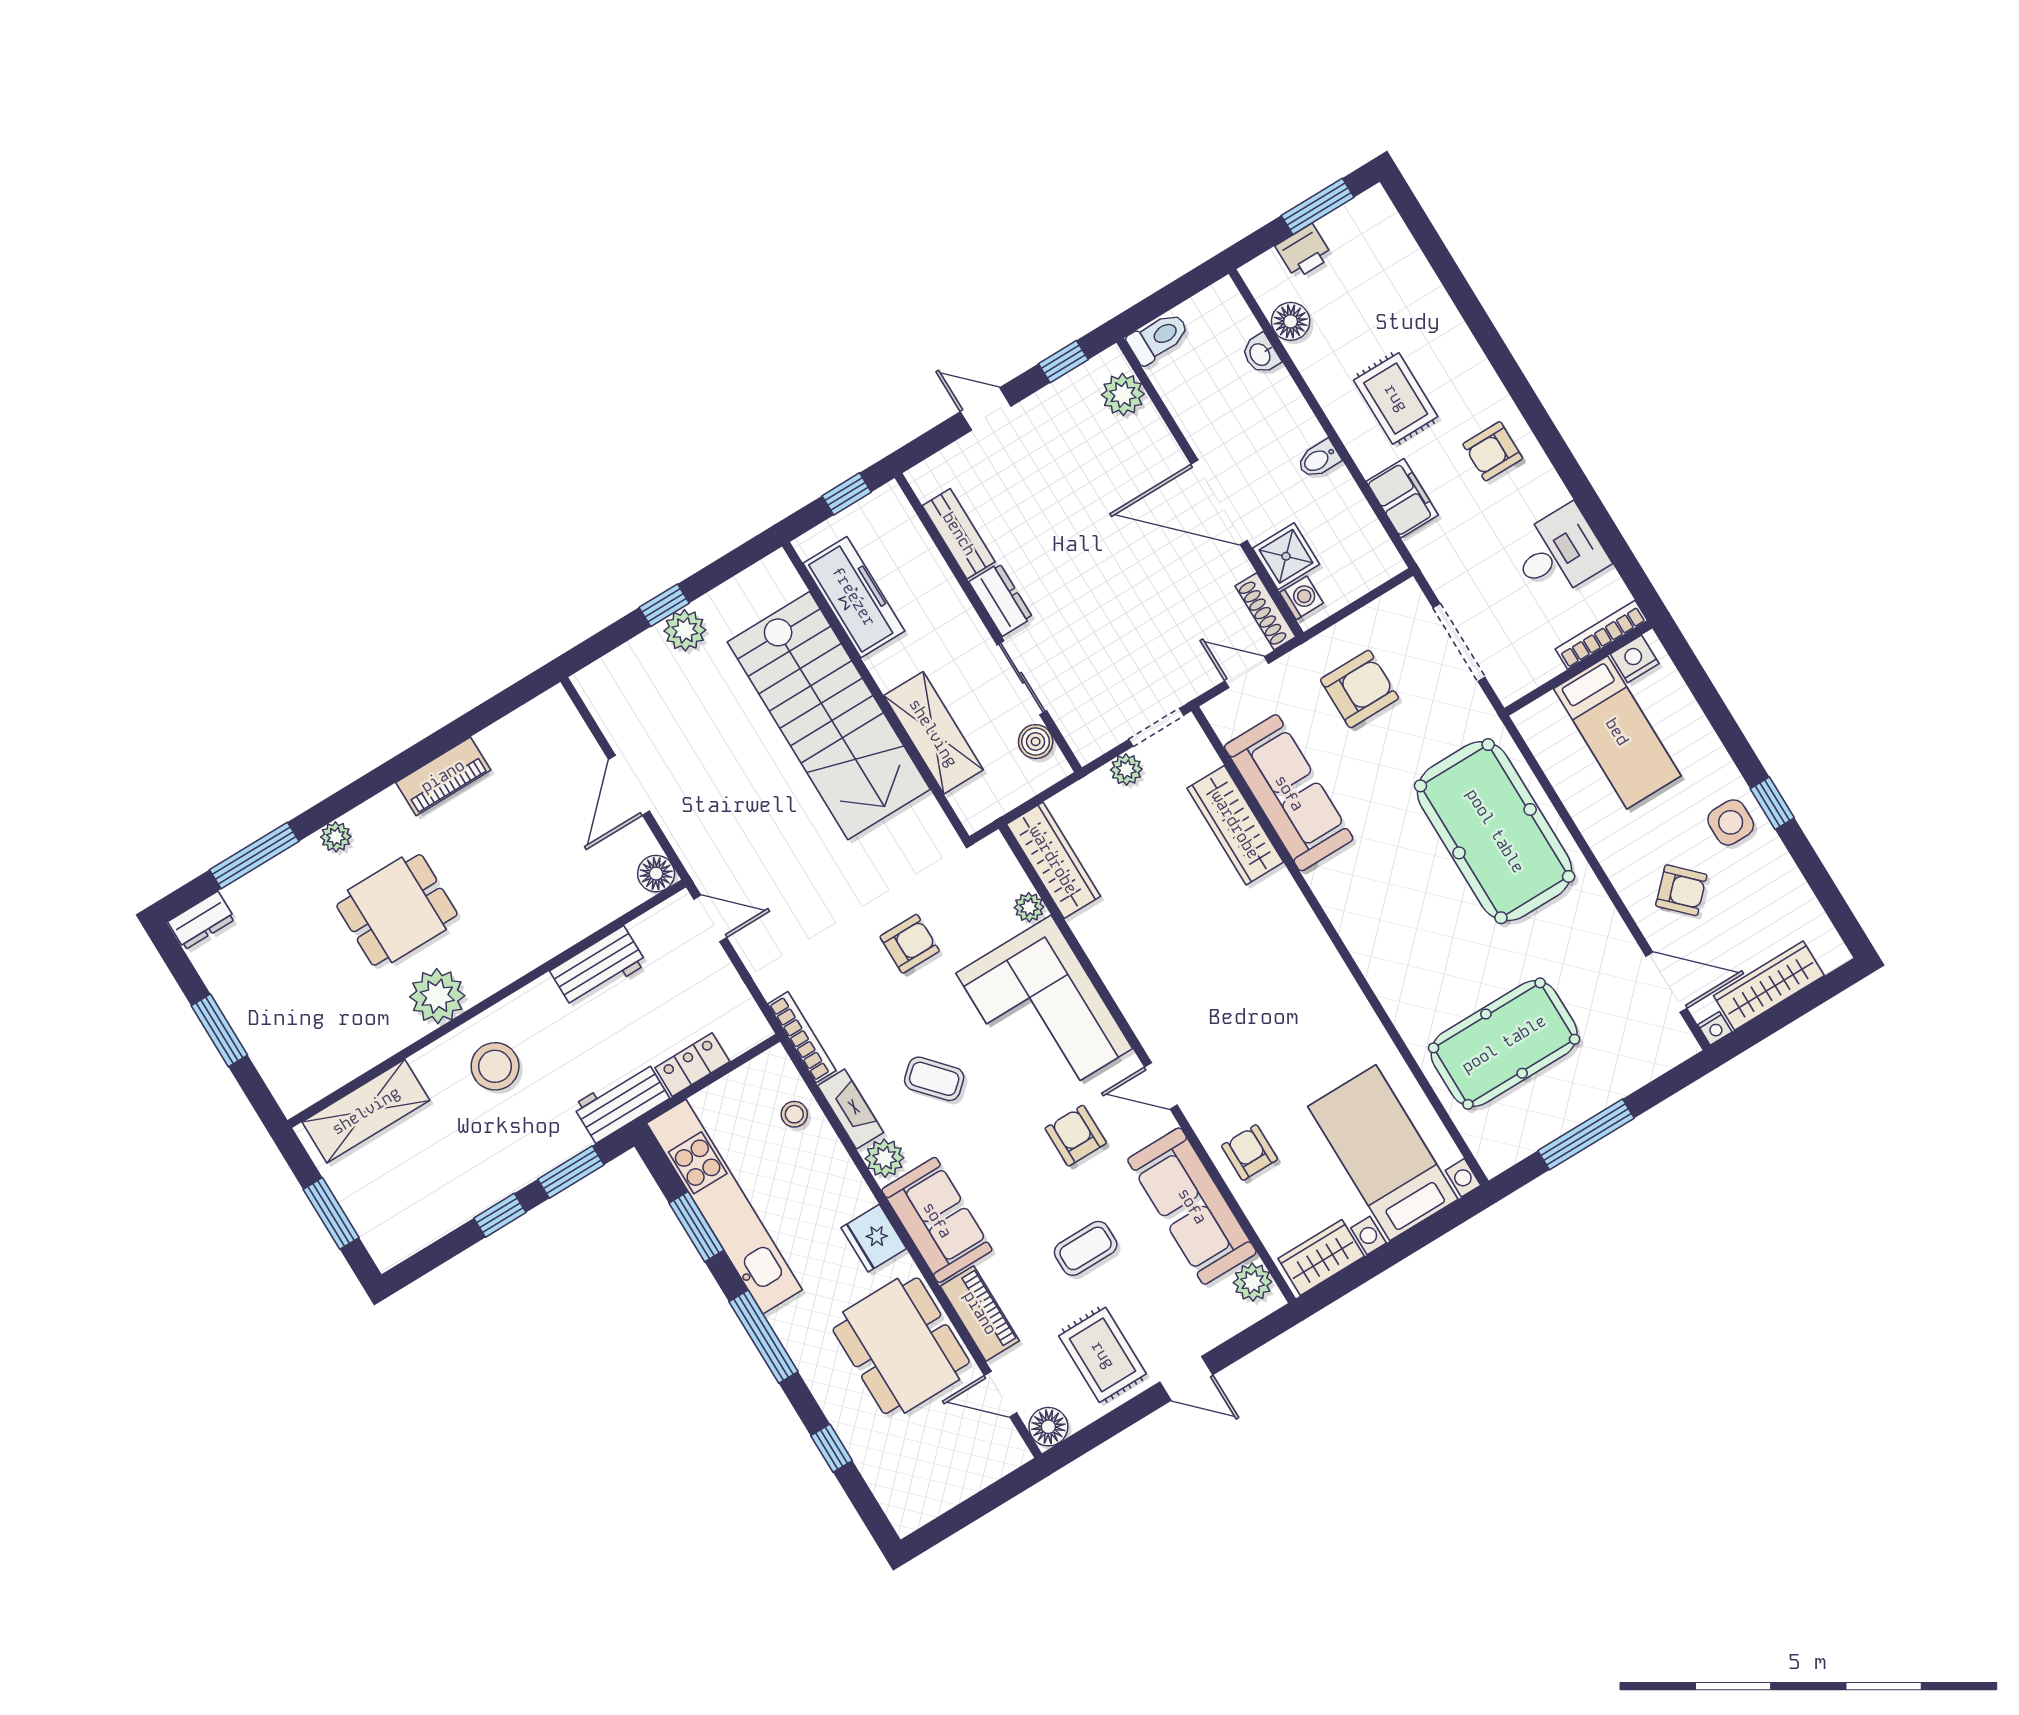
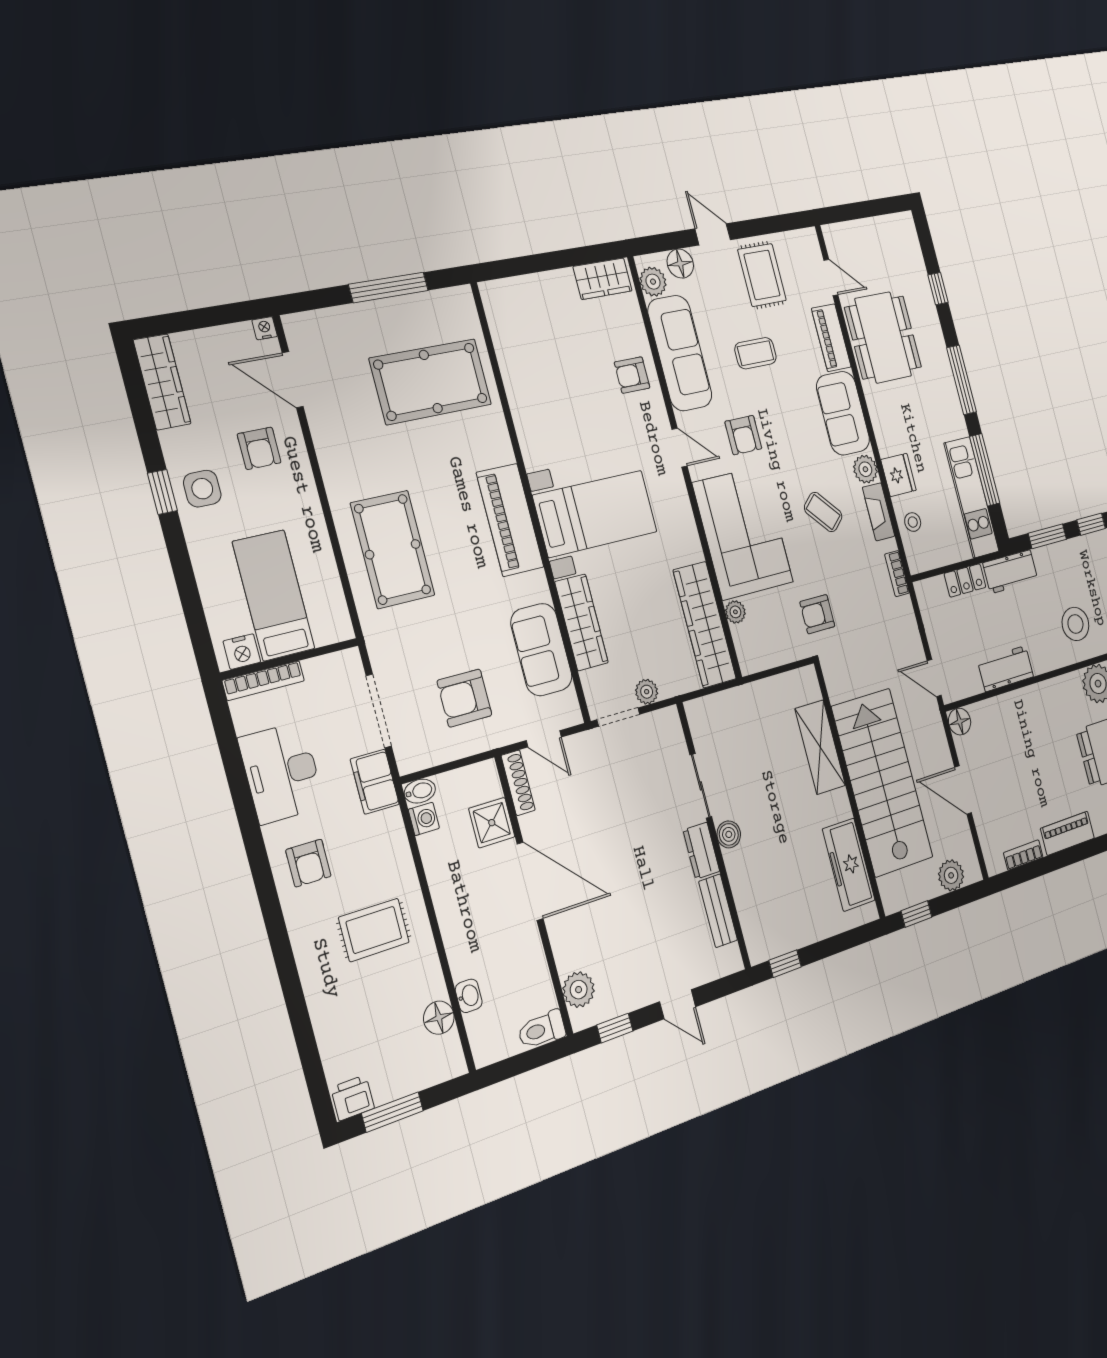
printer: (1304, 251) -> (353, 1098), moved
rug: (1396, 398) -> (374, 930), turned 90
armchair: (1493, 451) -> (308, 863), turned 90
bidet: (1319, 459) -> (420, 791), moved
filing cabinet: (1402, 498) -> (375, 782), moved
desk: (1559, 553) -> (282, 773), width x1.37
freezer: (854, 597) -> (849, 865), moved
washing machine: (1301, 598) -> (424, 819), moved, turned 180
plant: (685, 630) -> (951, 875), moved
wall: (876, 691) -> (850, 790), moved
stairs: (829, 716) -> (882, 782), moved
bookcase: (511, 727) -> (1023, 855), added
shelving: (933, 733) -> (820, 747), moved
boiler: (1036, 742) -> (729, 834), moved
door: (629, 785) -> (963, 790), swing flipped
sofa: (1289, 793) -> (541, 650), width x0.73
pool table: (1495, 831) -> (393, 549), width x0.73, depth x0.76
wardrobe: (1053, 860) -> (705, 625), width x1.40, depth x1.17
armchair: (1681, 890) -> (259, 448), turned -135
piano: (1360, 916) -> (510, 520), added
wardrobe: (1769, 986) -> (162, 382), moved, turned -90
bookcase: (802, 1037) -> (897, 574), width x0.64
armchair: (1250, 1152) -> (632, 375), turned 90
bed with nightstands: (1383, 1153) -> (595, 514), moved, turned -90
kitchen unit: (724, 1207) -> (971, 497), width x0.73
window: (696, 1227) -> (985, 470), width x1.44
fridge: (874, 1238) -> (899, 475), moved
floor lamp: (1048, 1427) -> (680, 264), moved

